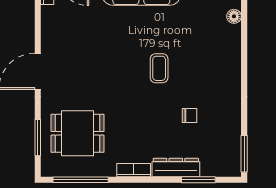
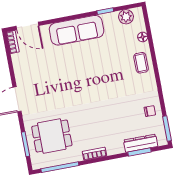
coffee table: (159, 68) -> (141, 63), moved
chair: (190, 116) -> (150, 111), moved
dresser: (176, 167) -> (141, 143), moved

